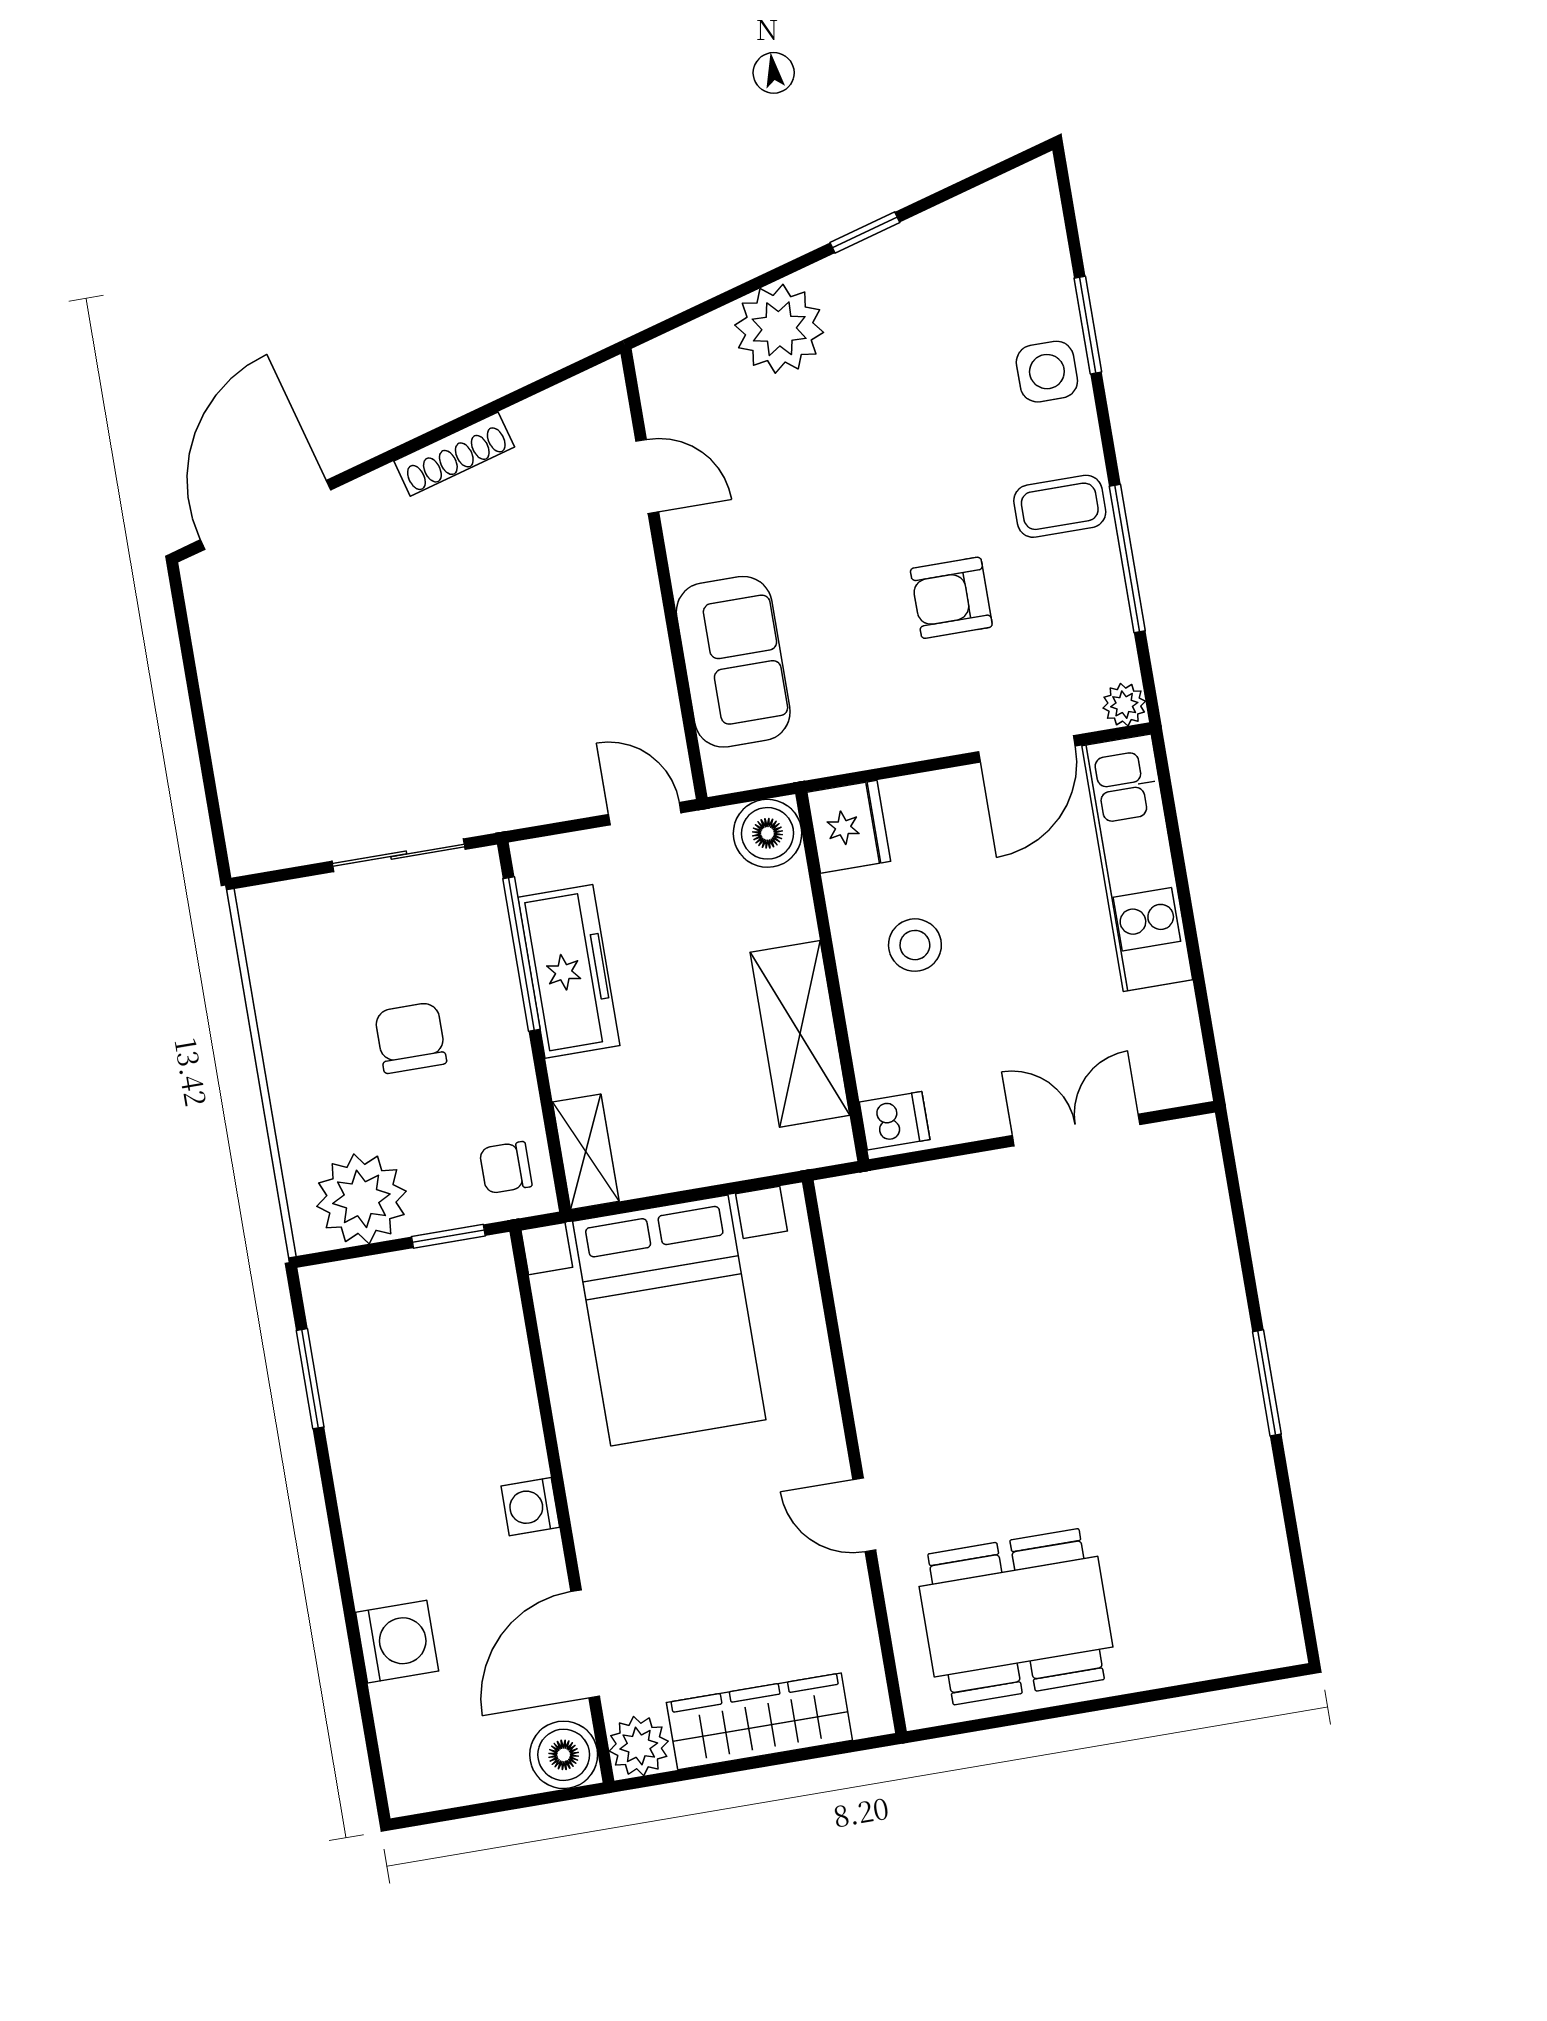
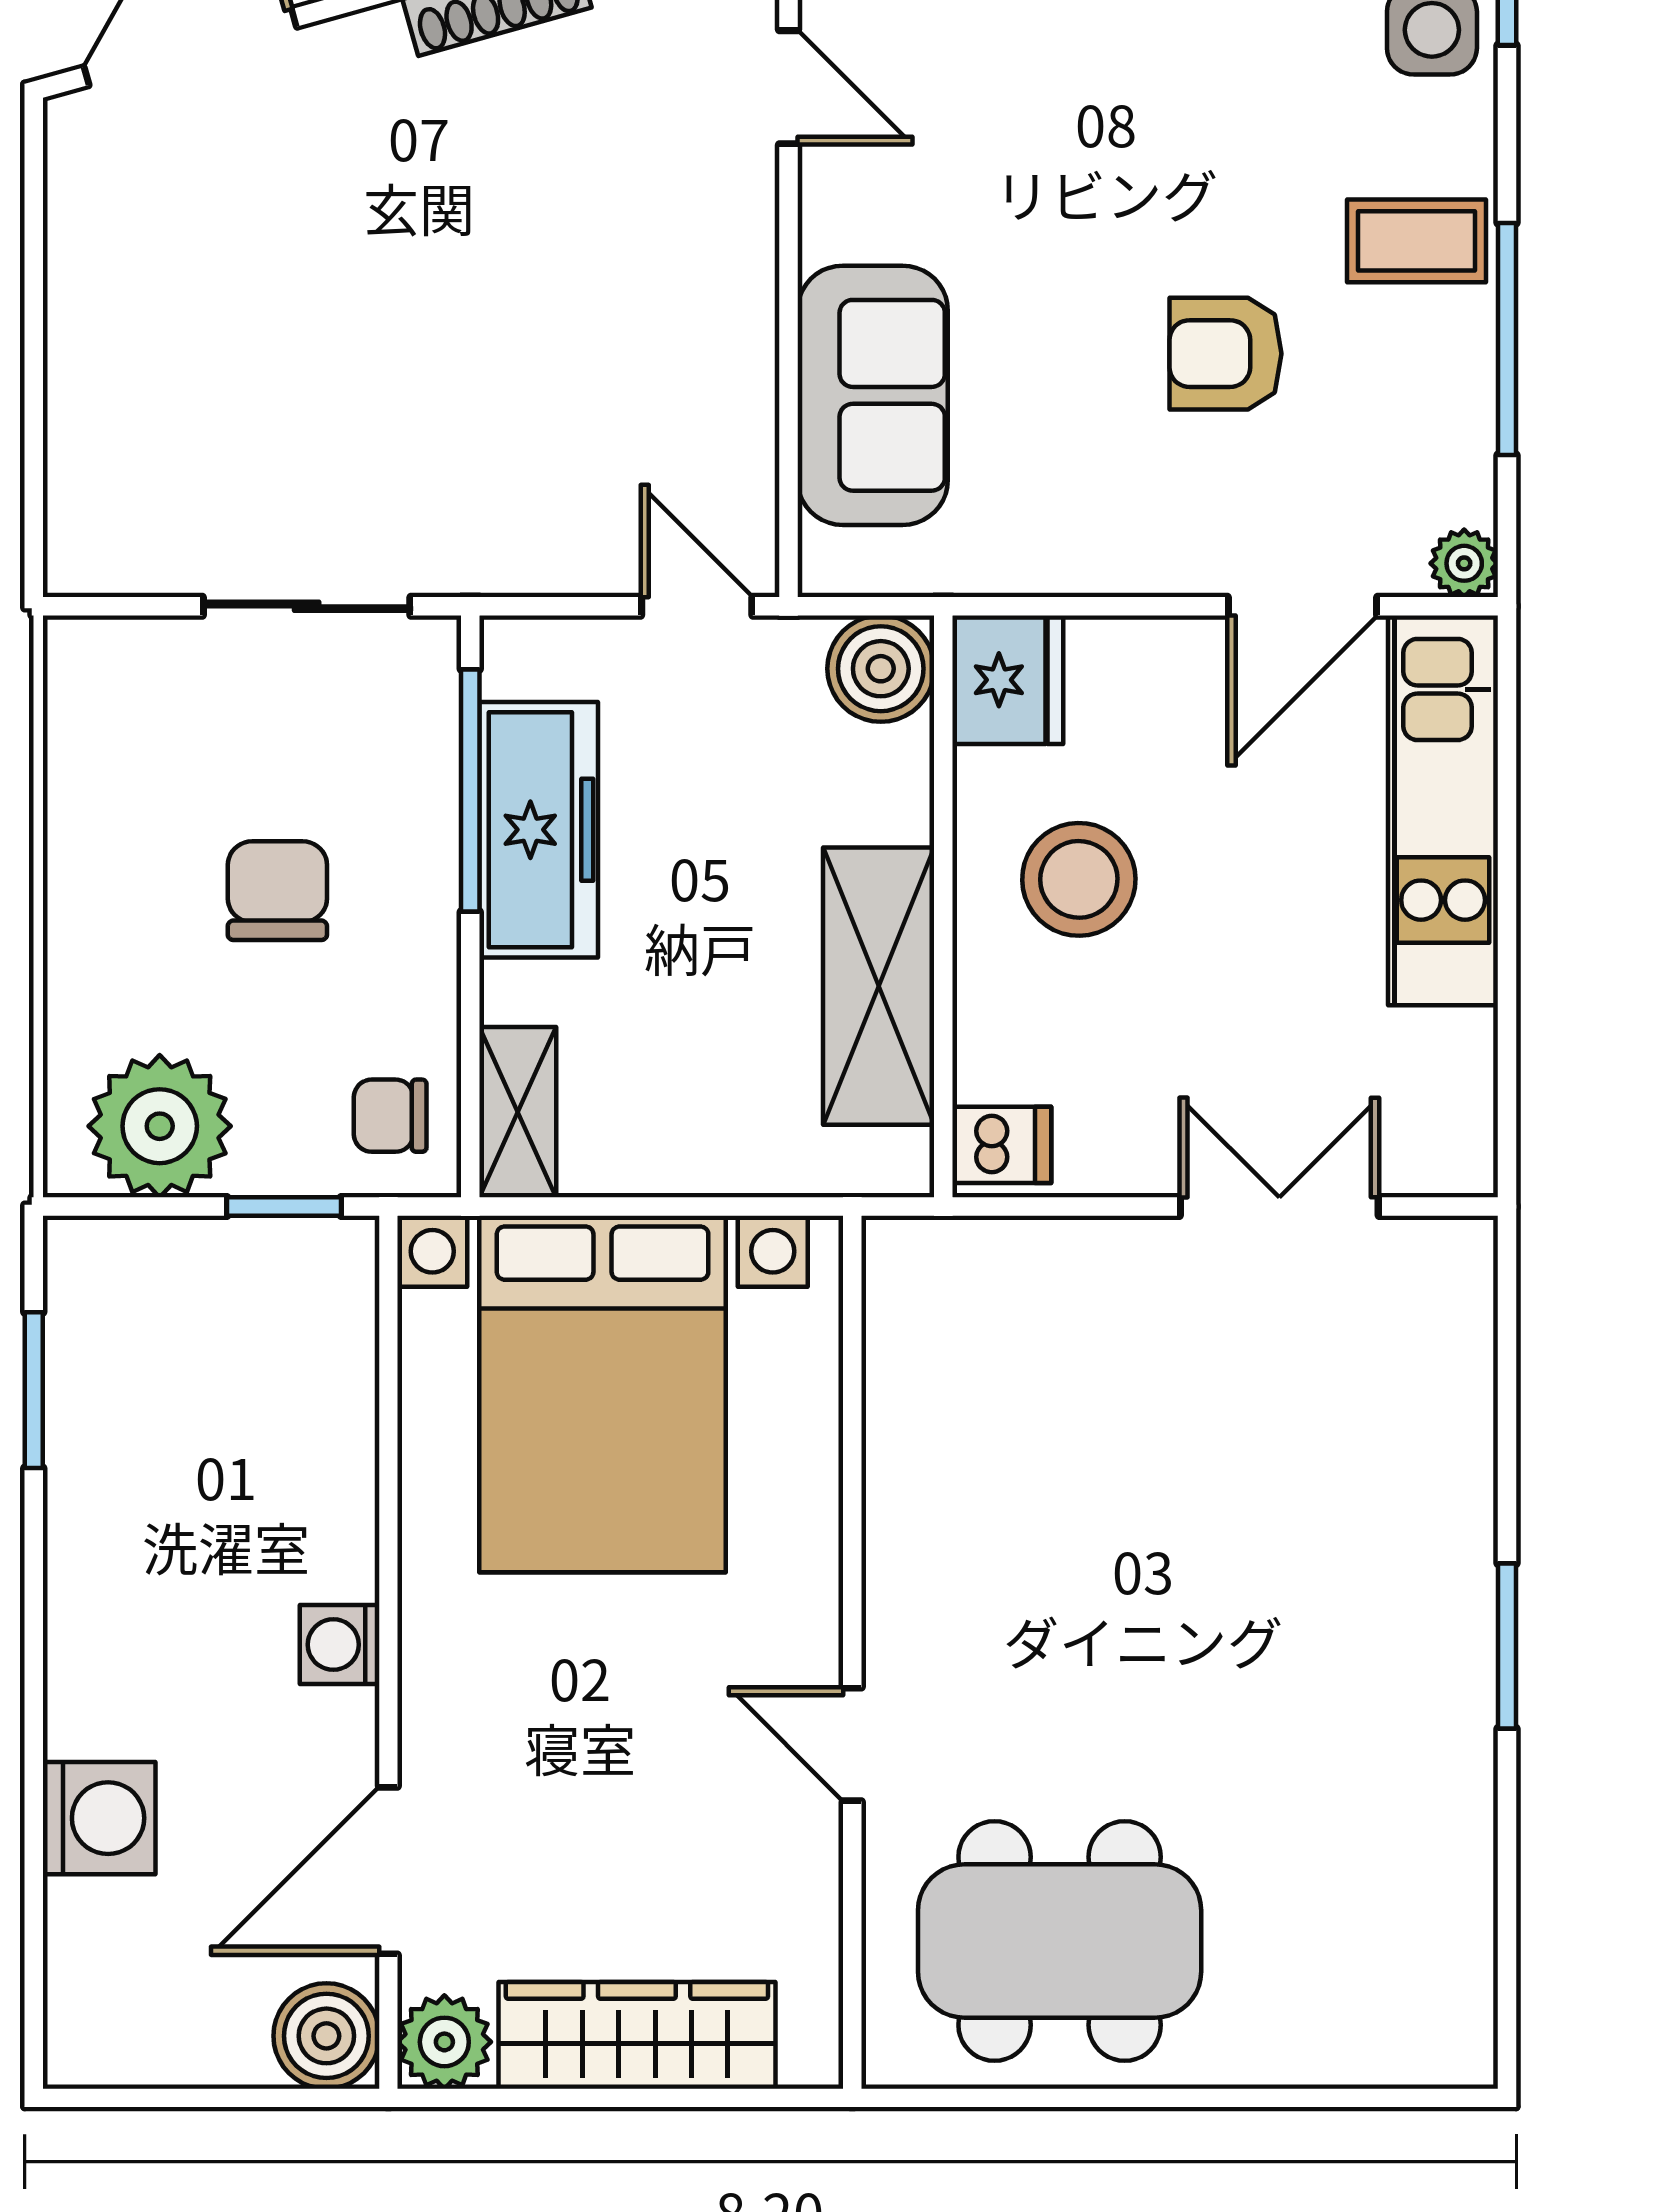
stool: (915, 945) -> (1079, 879), width x1.38, depth x1.38

